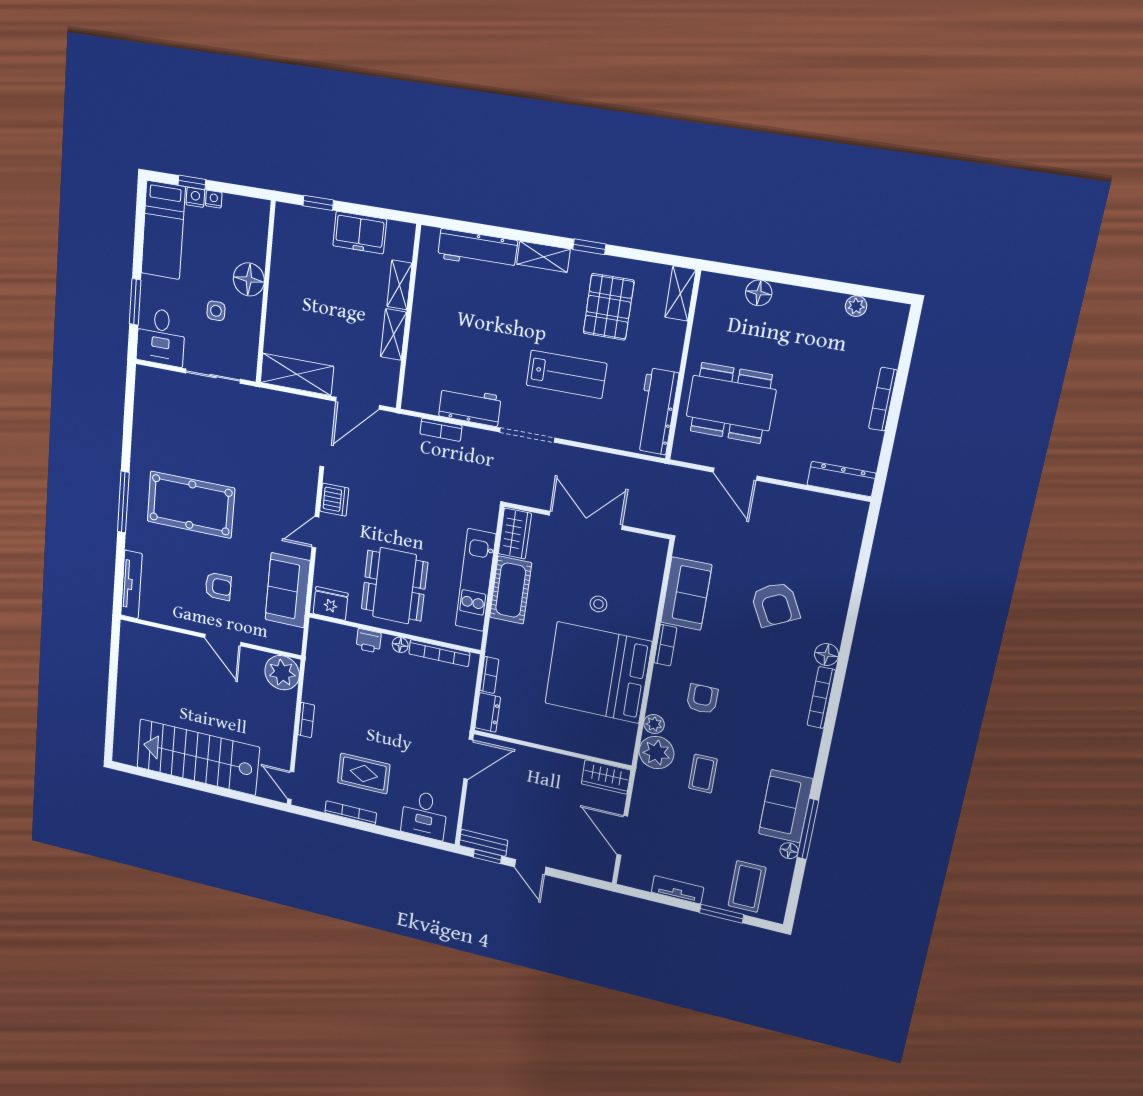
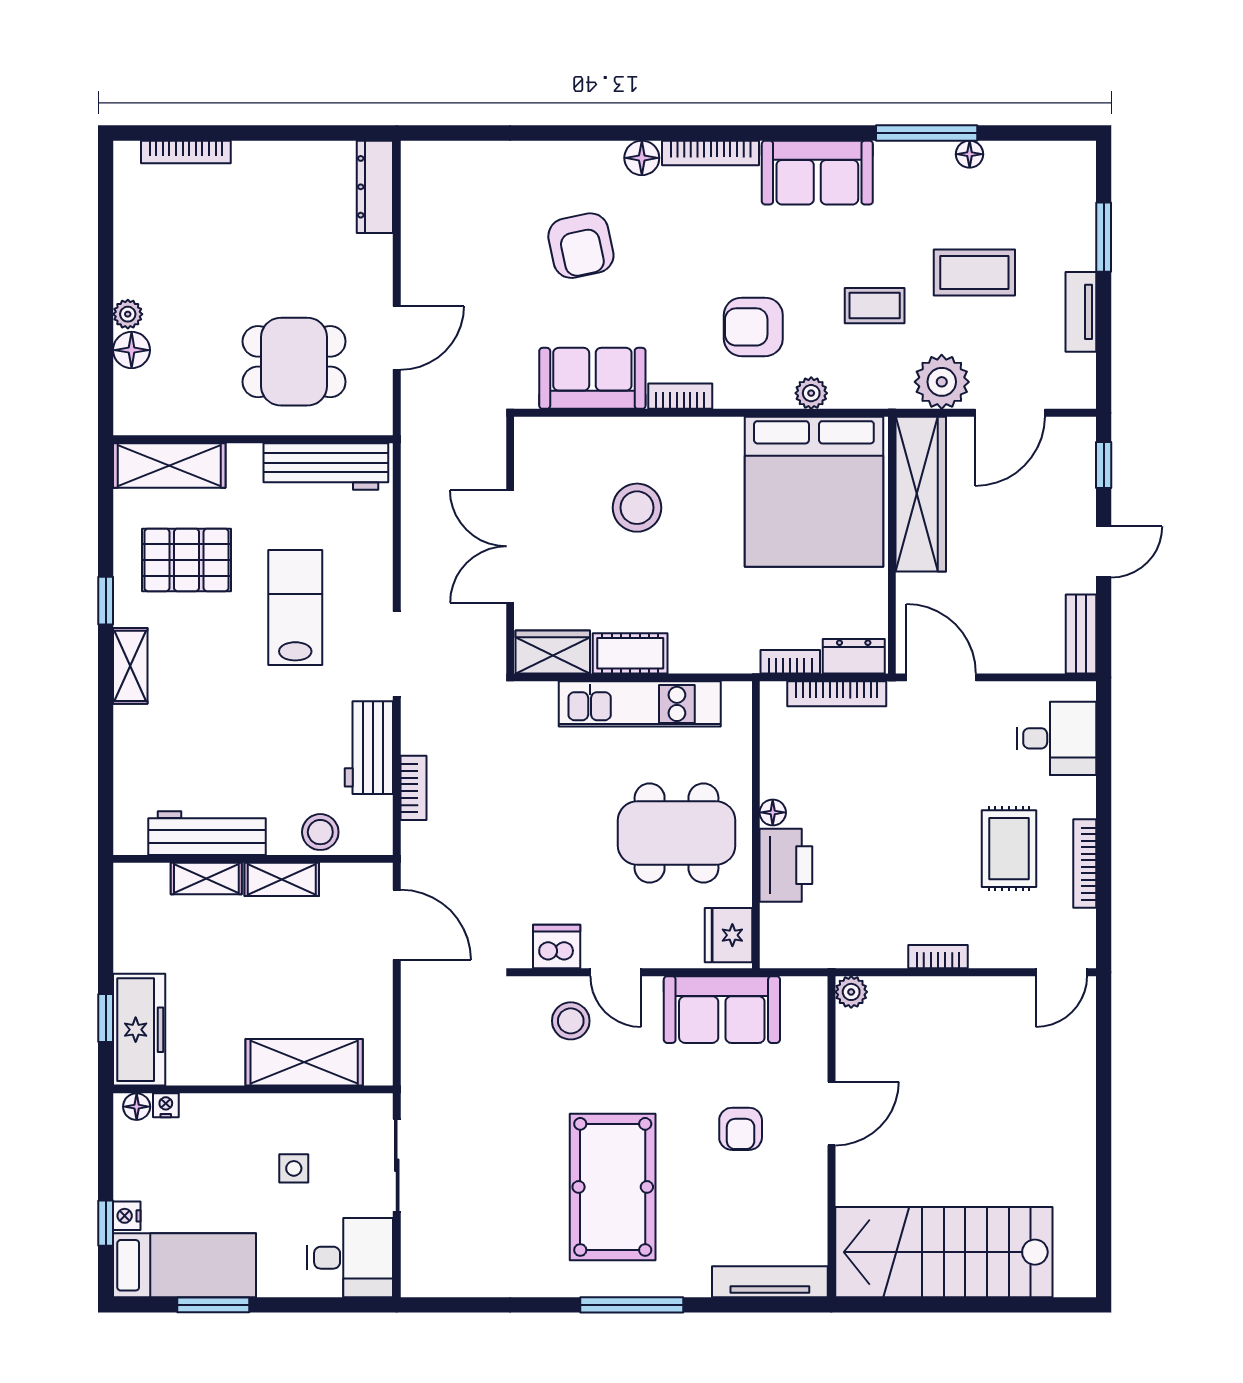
nightstand: (214, 199) -> (166, 1105), moved, turned 90
freezer: (360, 233) -> (139, 1030), moved, width x1.40
workbench: (477, 249) -> (207, 833), moved, turned -90
floor lamp: (249, 279) -> (137, 1107), moved, width x0.53, depth x0.53
shelving: (680, 294) -> (169, 465), width x1.50, depth x1.33
window: (135, 302) -> (213, 1305), moved
plant: (856, 306) -> (128, 314), moved
stool: (420, 365) -> (320, 832), added
shelving: (297, 374) -> (304, 1062), moved, turned 90
bookcase: (883, 399) -> (186, 152), moved
dining table: (731, 403) -> (294, 362), width x0.73
stool: (289, 499) -> (571, 1021), added
armchair: (218, 586) -> (741, 1129), turned 180
cot: (511, 590) -> (630, 653), width x0.73, depth x0.75
stool: (598, 604) -> (637, 508), width x1.89, depth x1.89
armchair: (775, 604) -> (581, 246), turned 105
printer: (369, 641) -> (786, 865), width x1.87, depth x1.48
bookcase: (439, 653) -> (837, 694), moved, turned 90
plant: (282, 673) -> (851, 992), width x0.53, depth x0.53
bed: (598, 673) -> (814, 492), moved
armchair: (702, 699) -> (753, 327), width x1.38, depth x1.38
plant: (656, 753) -> (942, 382), moved
stairs: (198, 757) -> (944, 1252), moved, turned 90
wardrobe: (606, 777) -> (921, 494), width x2.10, depth x1.17
sofa: (786, 806) -> (817, 173), moved
window: (487, 857) -> (1104, 465), moved
coffee table: (747, 887) -> (974, 272), moved

